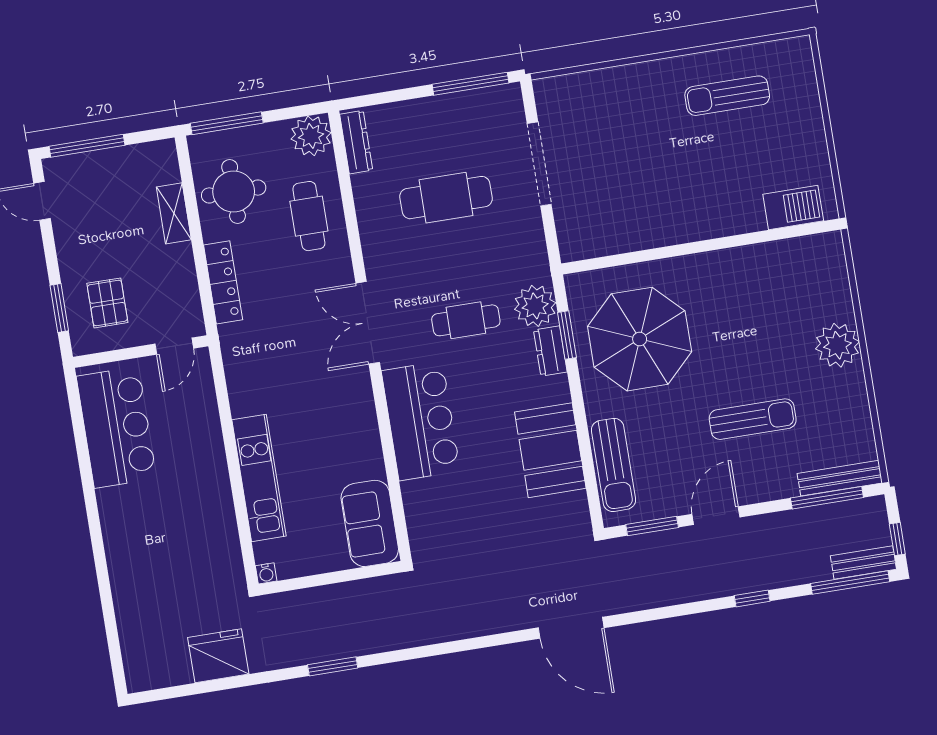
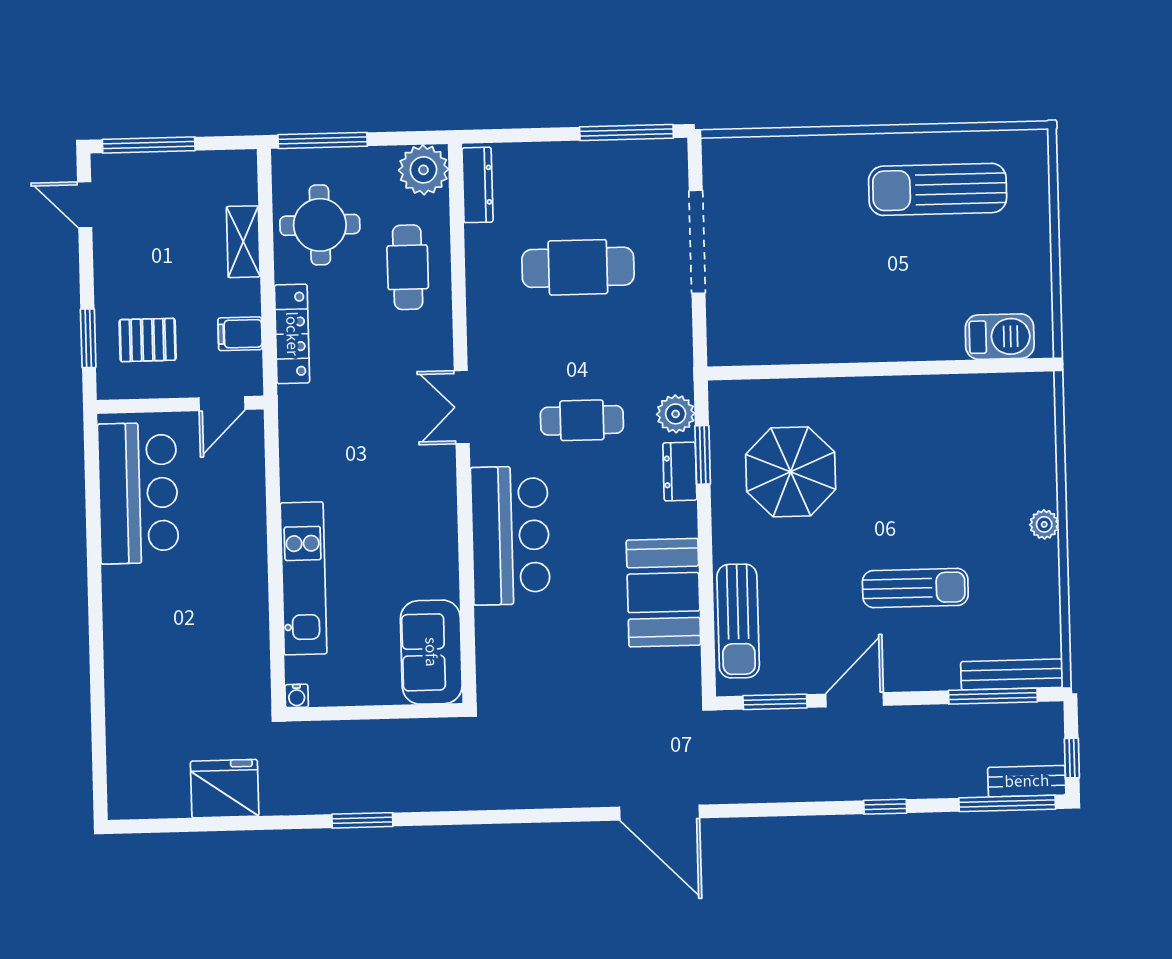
sun lounger: (727, 96) -> (938, 189), width x1.36, depth x1.34
filing cabinet: (181, 288) -> (240, 334), added
pallet: (107, 303) -> (148, 340), turned 90
plant: (535, 306) -> (676, 414), width x0.73, depth x0.73
double door: (368, 323) -> (462, 407), width x0.73
parasol: (640, 339) -> (791, 472), width x0.73, depth x0.73
plant: (838, 345) -> (1044, 524), width x0.53, depth x0.53

